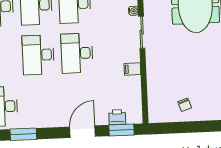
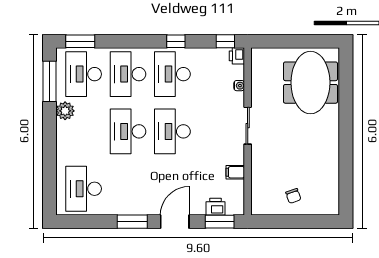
sliding door: (142, 32) -> (248, 126), moved
filing cabinet: (132, 69) -> (235, 172), moved
window: (23, 134) -> (132, 222), moved

